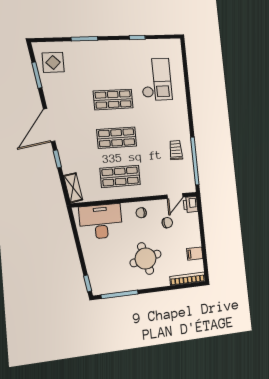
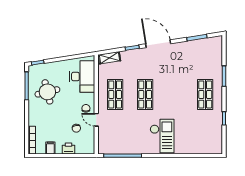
display table: (53, 62) -> (206, 51), removed
checkout: (156, 79) -> (162, 136), moved, turned -90
shop shelf: (113, 99) -> (205, 94), moved
trolley: (176, 150) -> (132, 141), removed
door: (175, 196) -> (96, 120), moved
printer: (191, 204) -> (69, 148), moved
round table: (146, 258) -> (47, 92), moved

